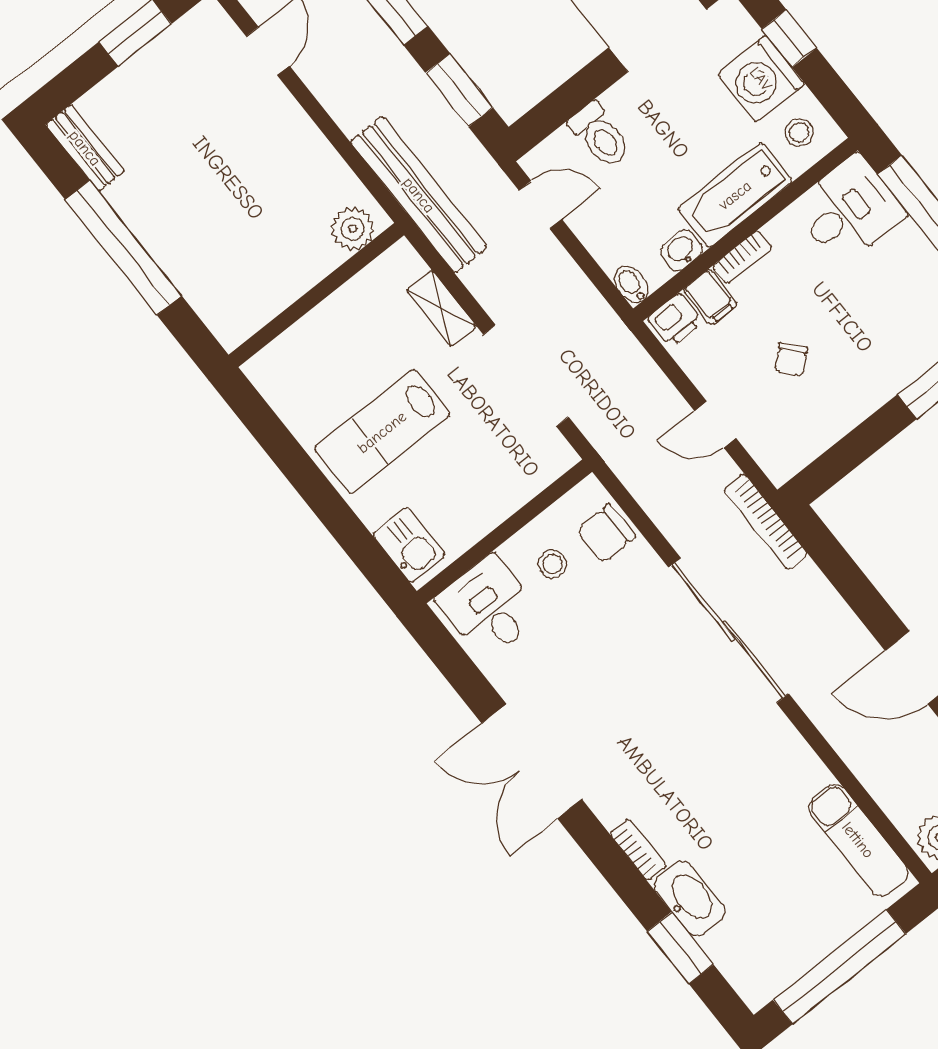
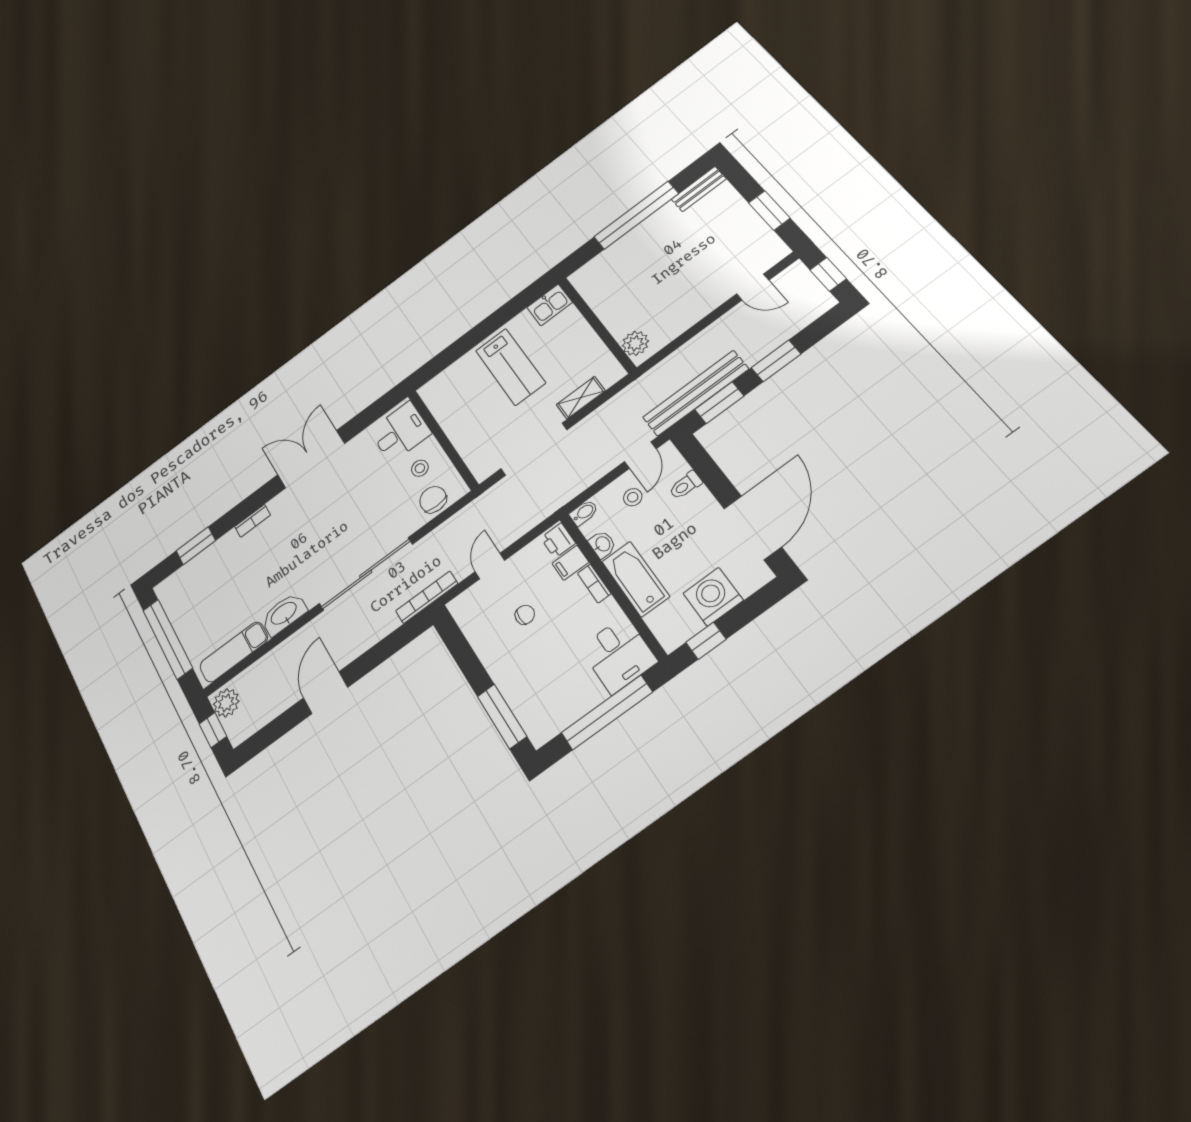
window: (789, 39) -> (706, 641), moved
stool: (799, 132) -> (633, 497), moved
toilet: (600, 135) -> (685, 485), width x0.73, depth x0.72
bench: (419, 195) -> (696, 393), moved
chair: (791, 359) -> (525, 615), turned 131
lab bench: (382, 432) -> (510, 367), turned 180
kitchen sink: (409, 545) -> (550, 305), moved
washbasin: (690, 899) -> (284, 614), moved, turned 180

